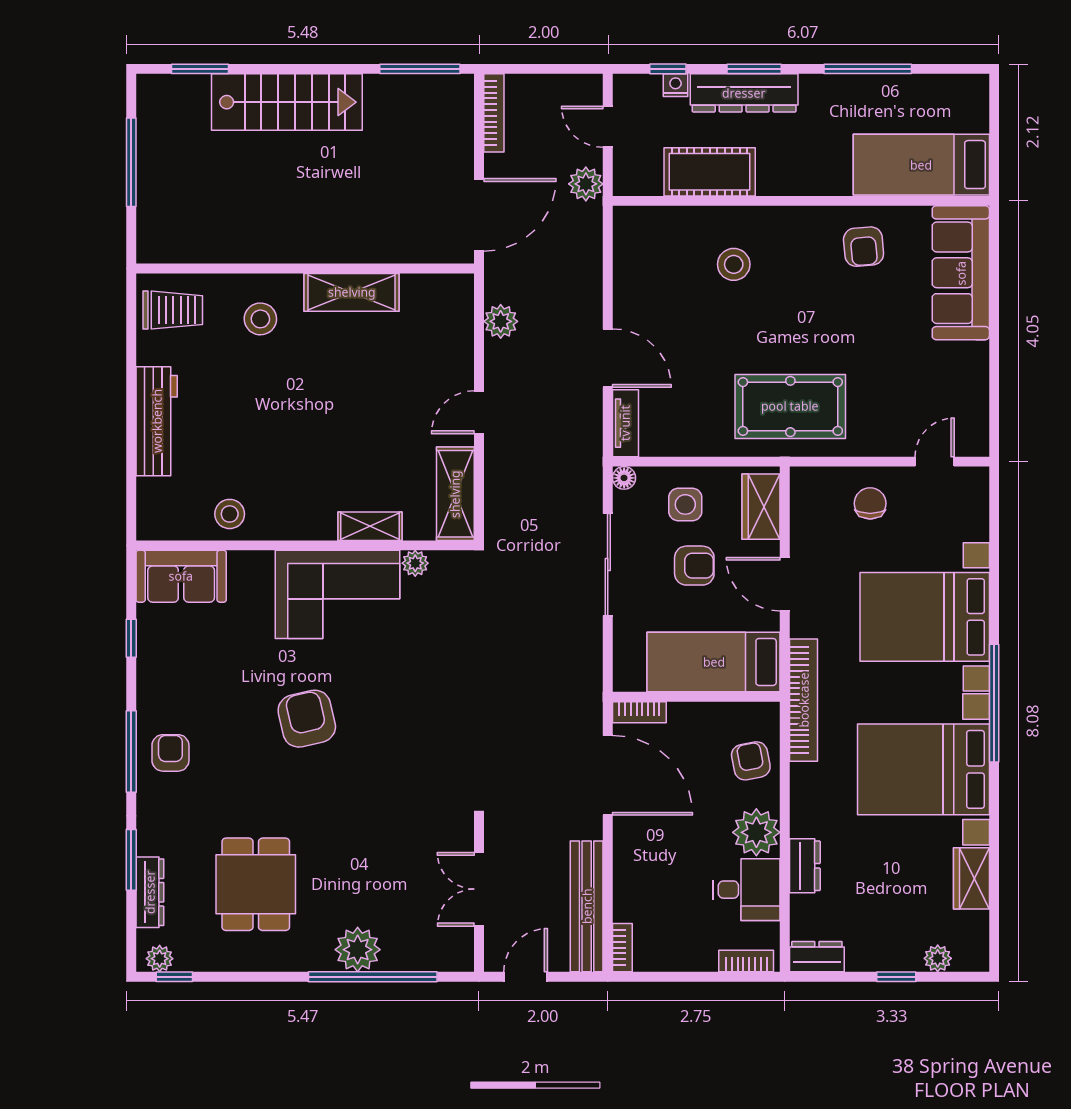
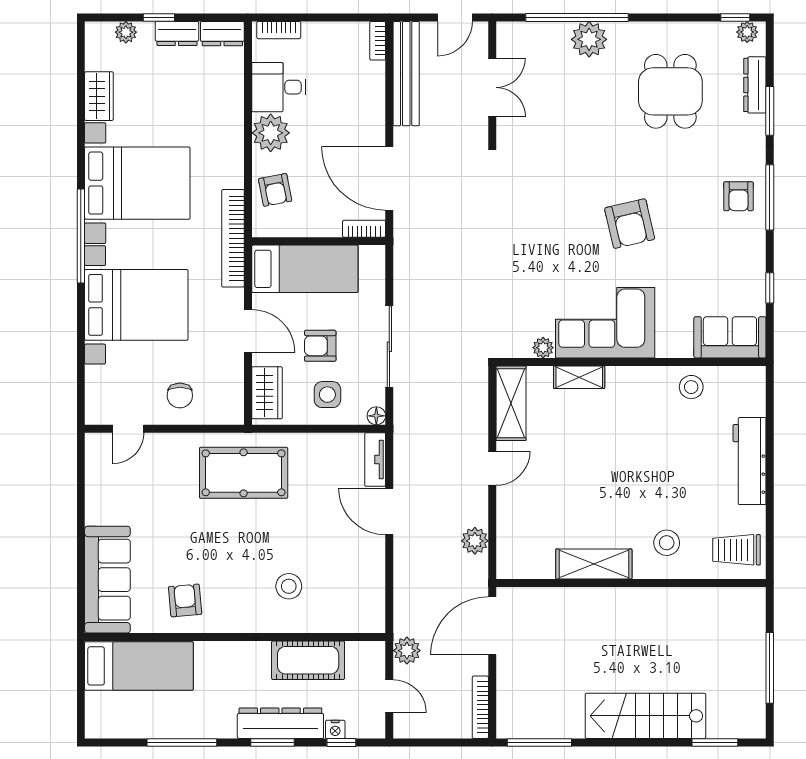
dresser: (805, 866) -> (177, 33), moved, turned -90

